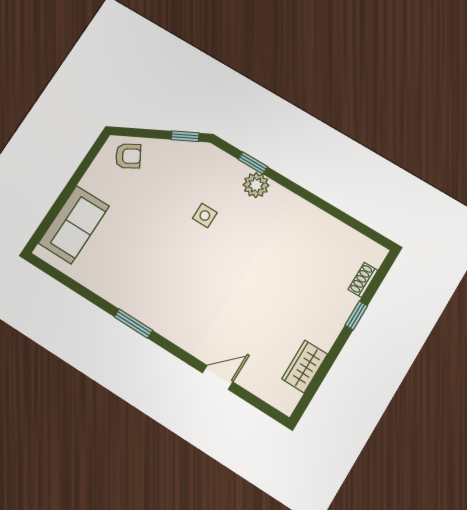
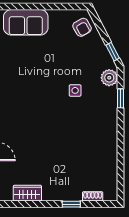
plant: (256, 185) -> (109, 78), moved

